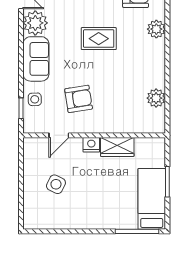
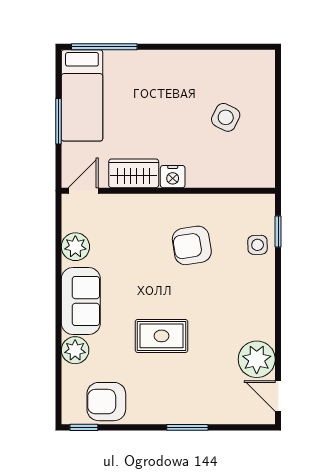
sofa: (36, 59) -> (81, 301), moved, turned 180
door: (59, 135) -> (83, 191), moved

